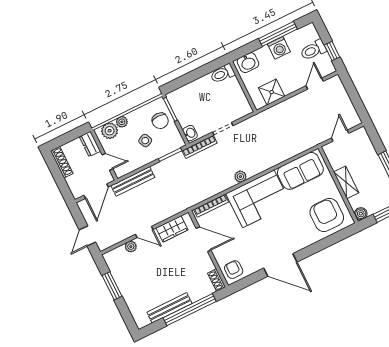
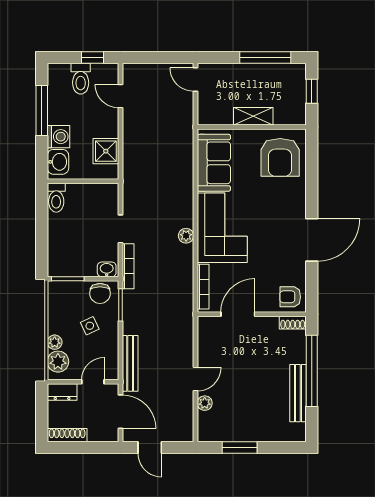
washing machine: (279, 48) -> (59, 137), moved
chair: (160, 121) -> (100, 293), moved, turned 90
door: (340, 136) -> (195, 80), moved
boiler: (361, 214) -> (298, 117), removed
armchair: (327, 215) -> (280, 157), turned -90
wardrobe: (172, 229) -> (208, 345), removed
door: (87, 236) -> (150, 447), moved

